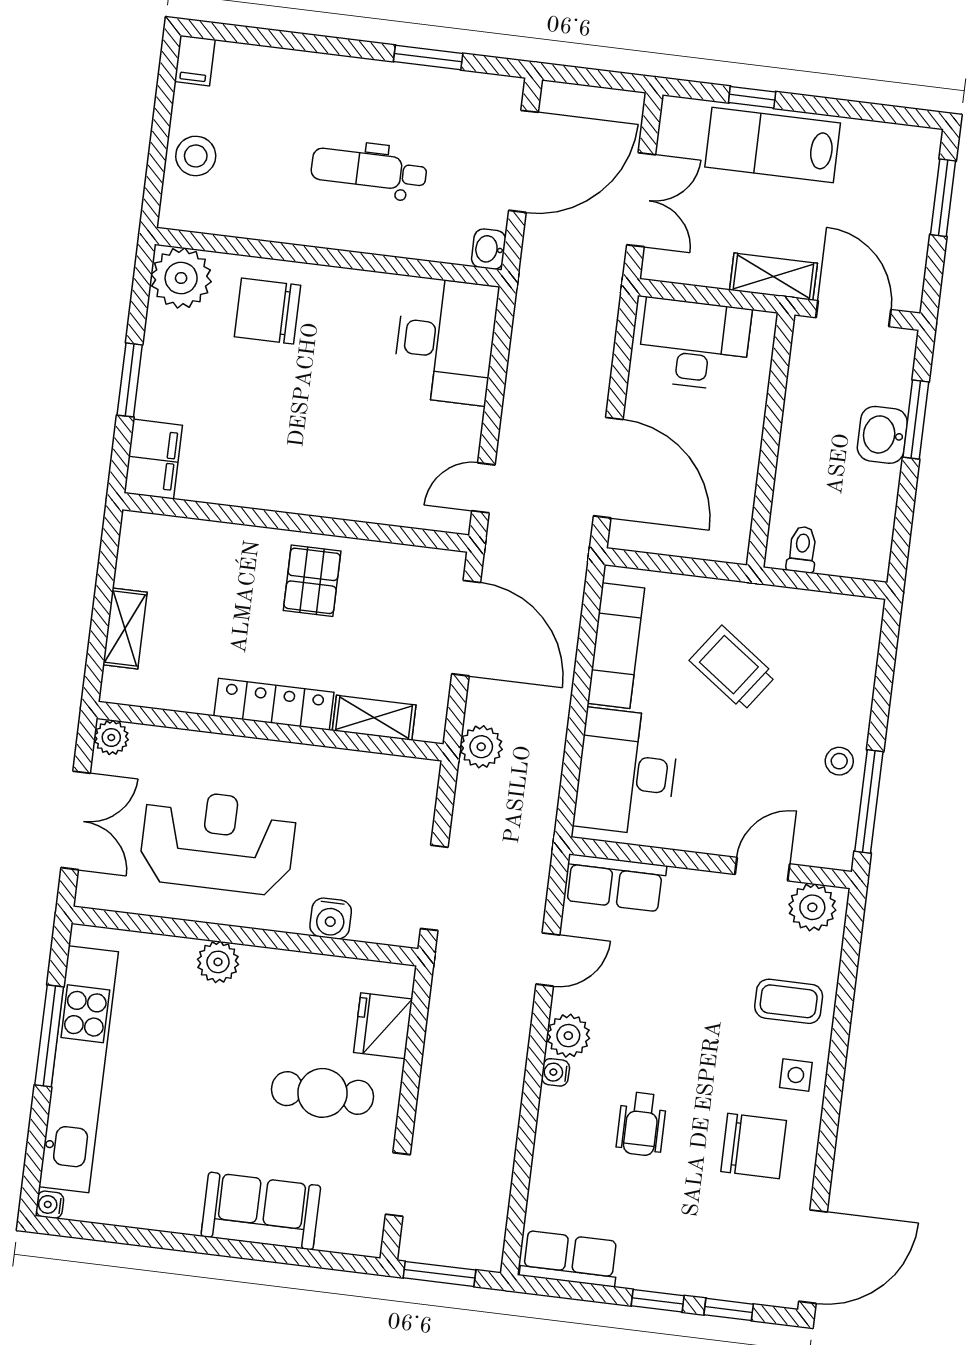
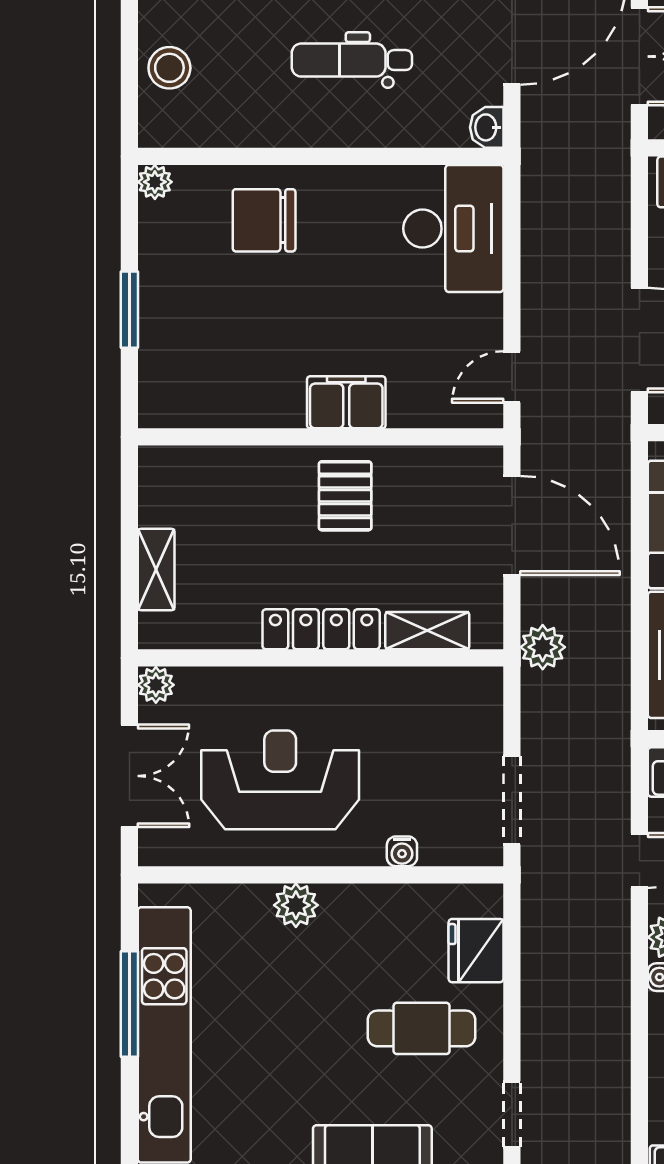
plant: (181, 278) -> (155, 182), width x0.53, depth x0.53
filing cabinet: (153, 459) -> (346, 402), moved, turned -90
water cooler: (331, 919) -> (402, 851), width x0.72, depth x0.72

